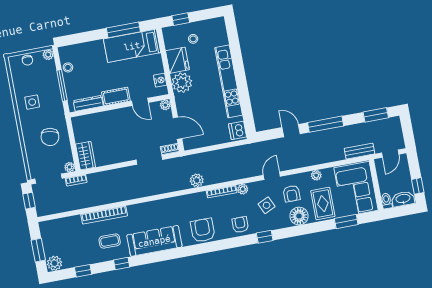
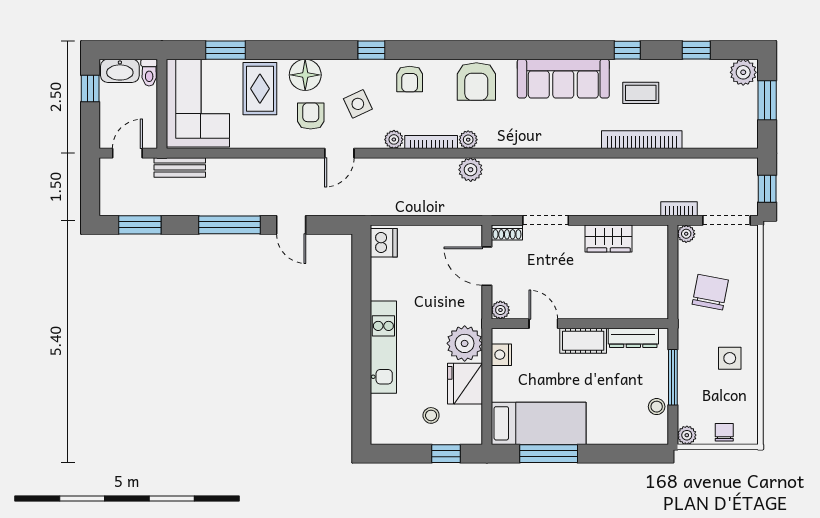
kitchen unit: (229, 81) -> (383, 347), width x0.73
wardrobe: (85, 156) -> (609, 239), moved, turned -90
plant: (316, 175) -> (468, 140), moved

